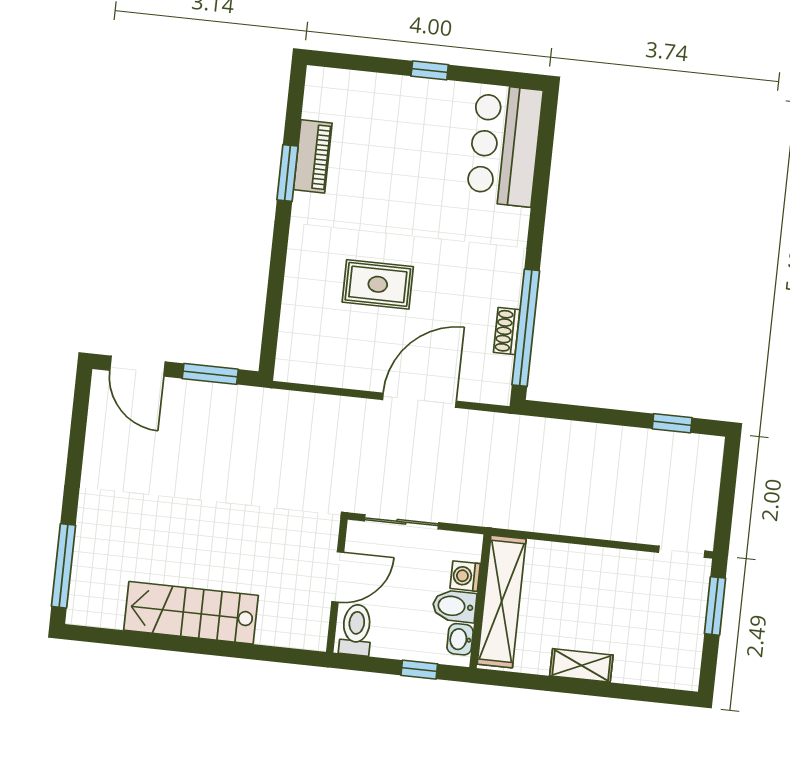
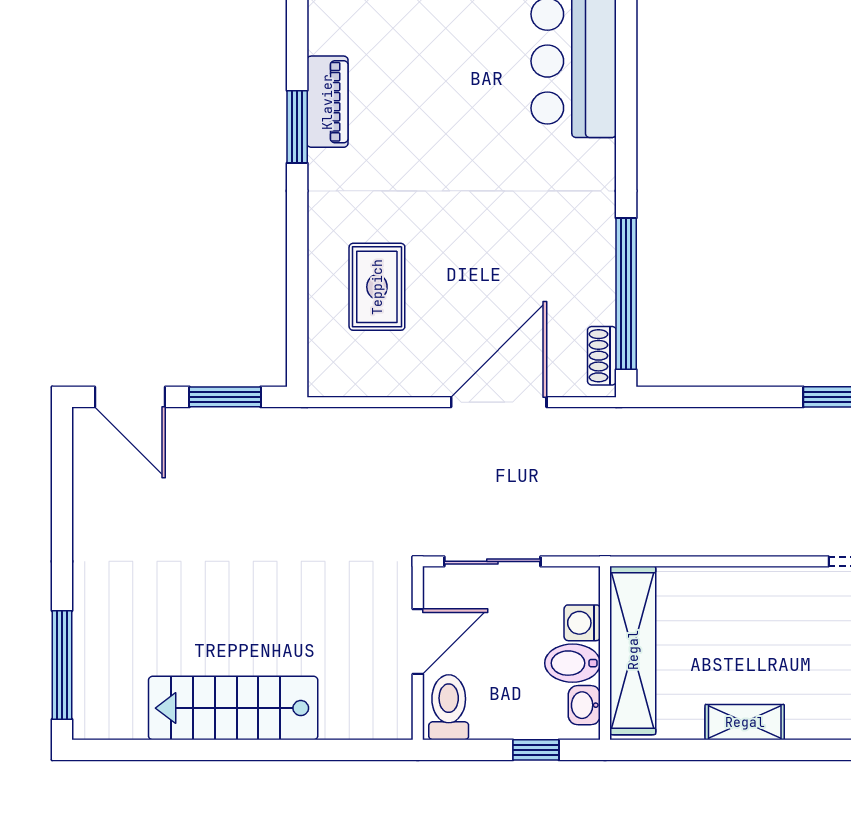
rug: (378, 284) -> (377, 287), moved, turned 90
shoe rack: (507, 331) -> (602, 356), moved

